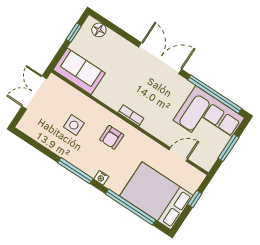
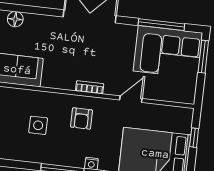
window: (215, 94) -> (161, 25), width x0.68
window: (228, 148) -> (203, 57), moved
door: (178, 154) -> (131, 99), moved

